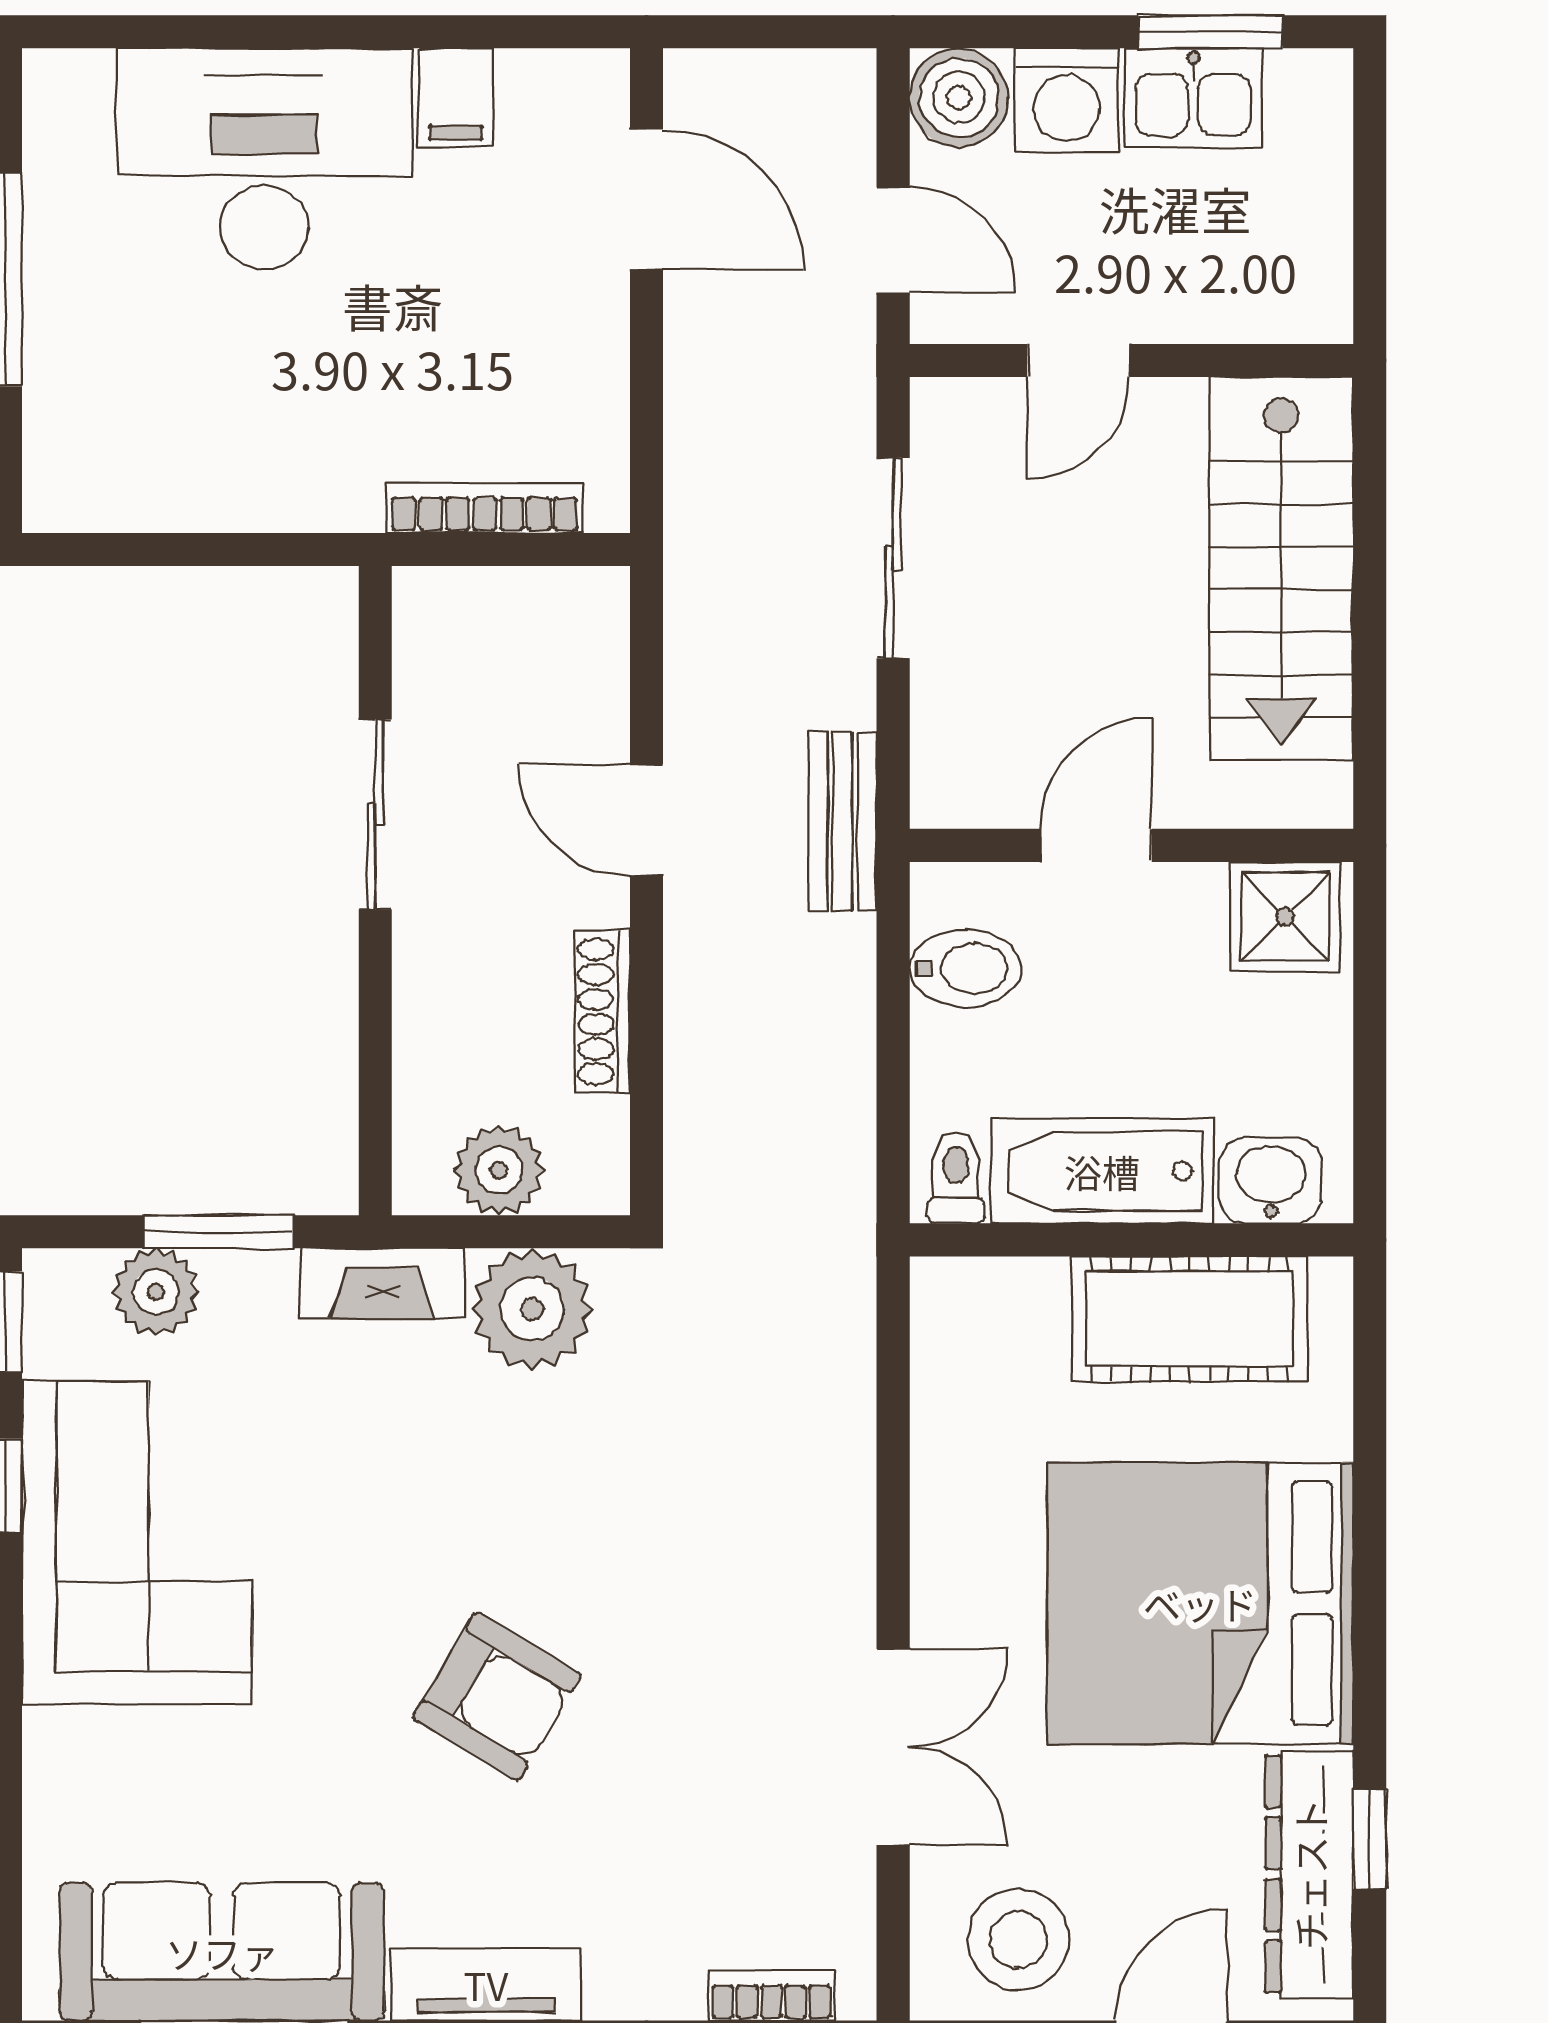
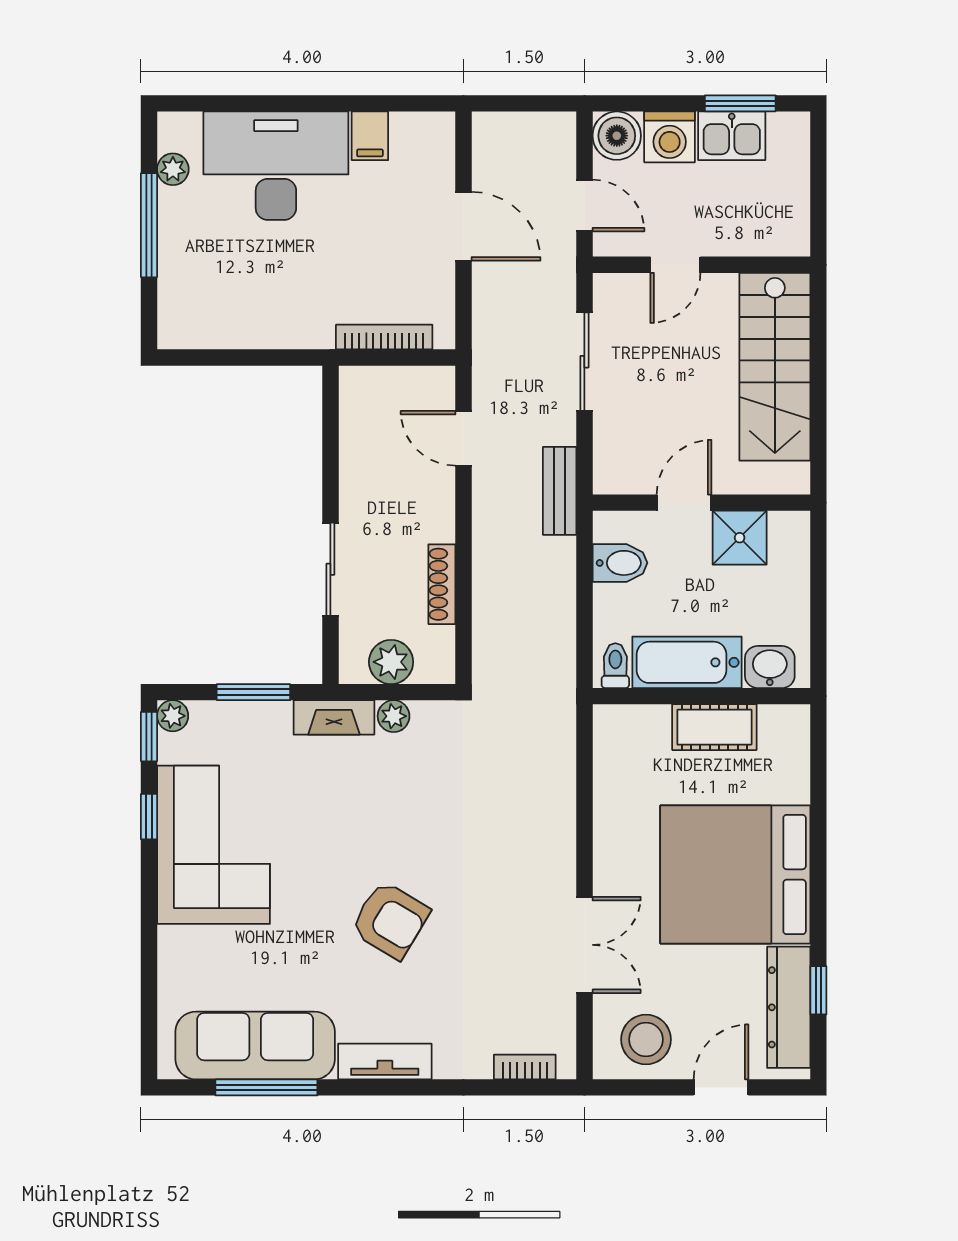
plant: (54, 166) -> (173, 169), added
door: (647, 199) -> (464, 226), moved
sliding door: (375, 814) -> (330, 569), moved
door: (647, 820) -> (464, 438), moved
shower: (1285, 917) -> (740, 538), moved
plant: (156, 1292) -> (173, 716), moved, width x0.73, depth x0.73
plant: (532, 1309) -> (394, 716), width x0.53, depth x0.53
cot: (1190, 1319) -> (714, 727), width x0.73, depth x0.75

